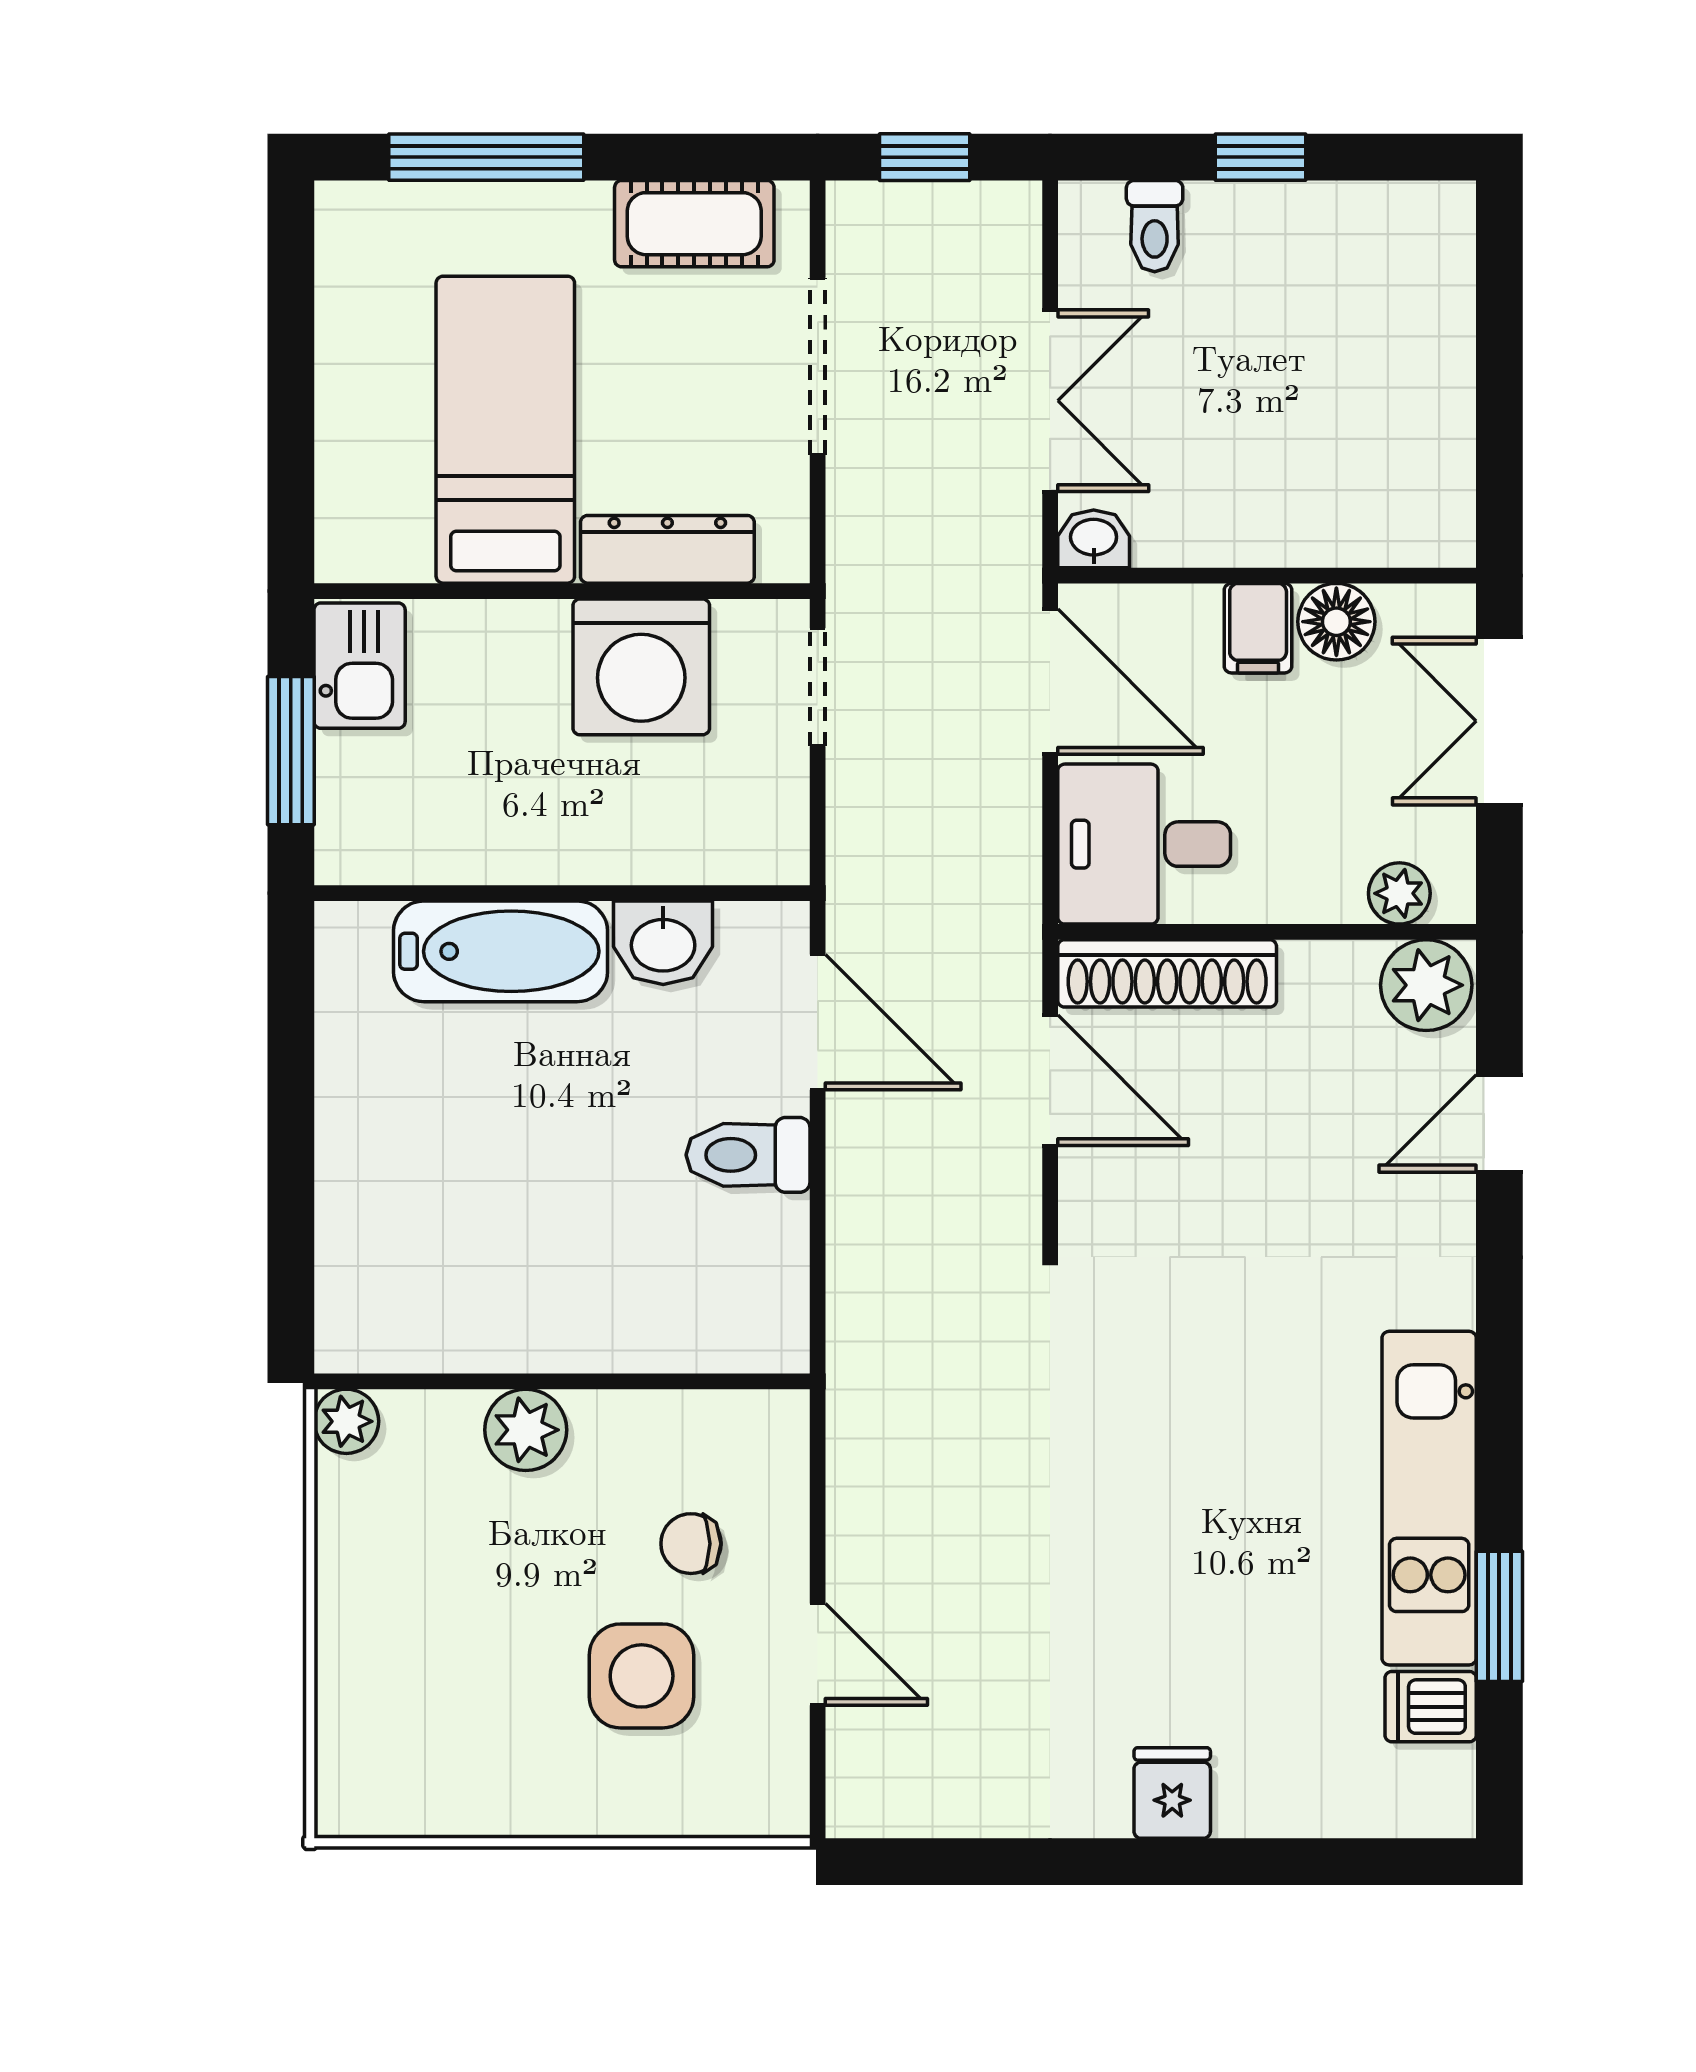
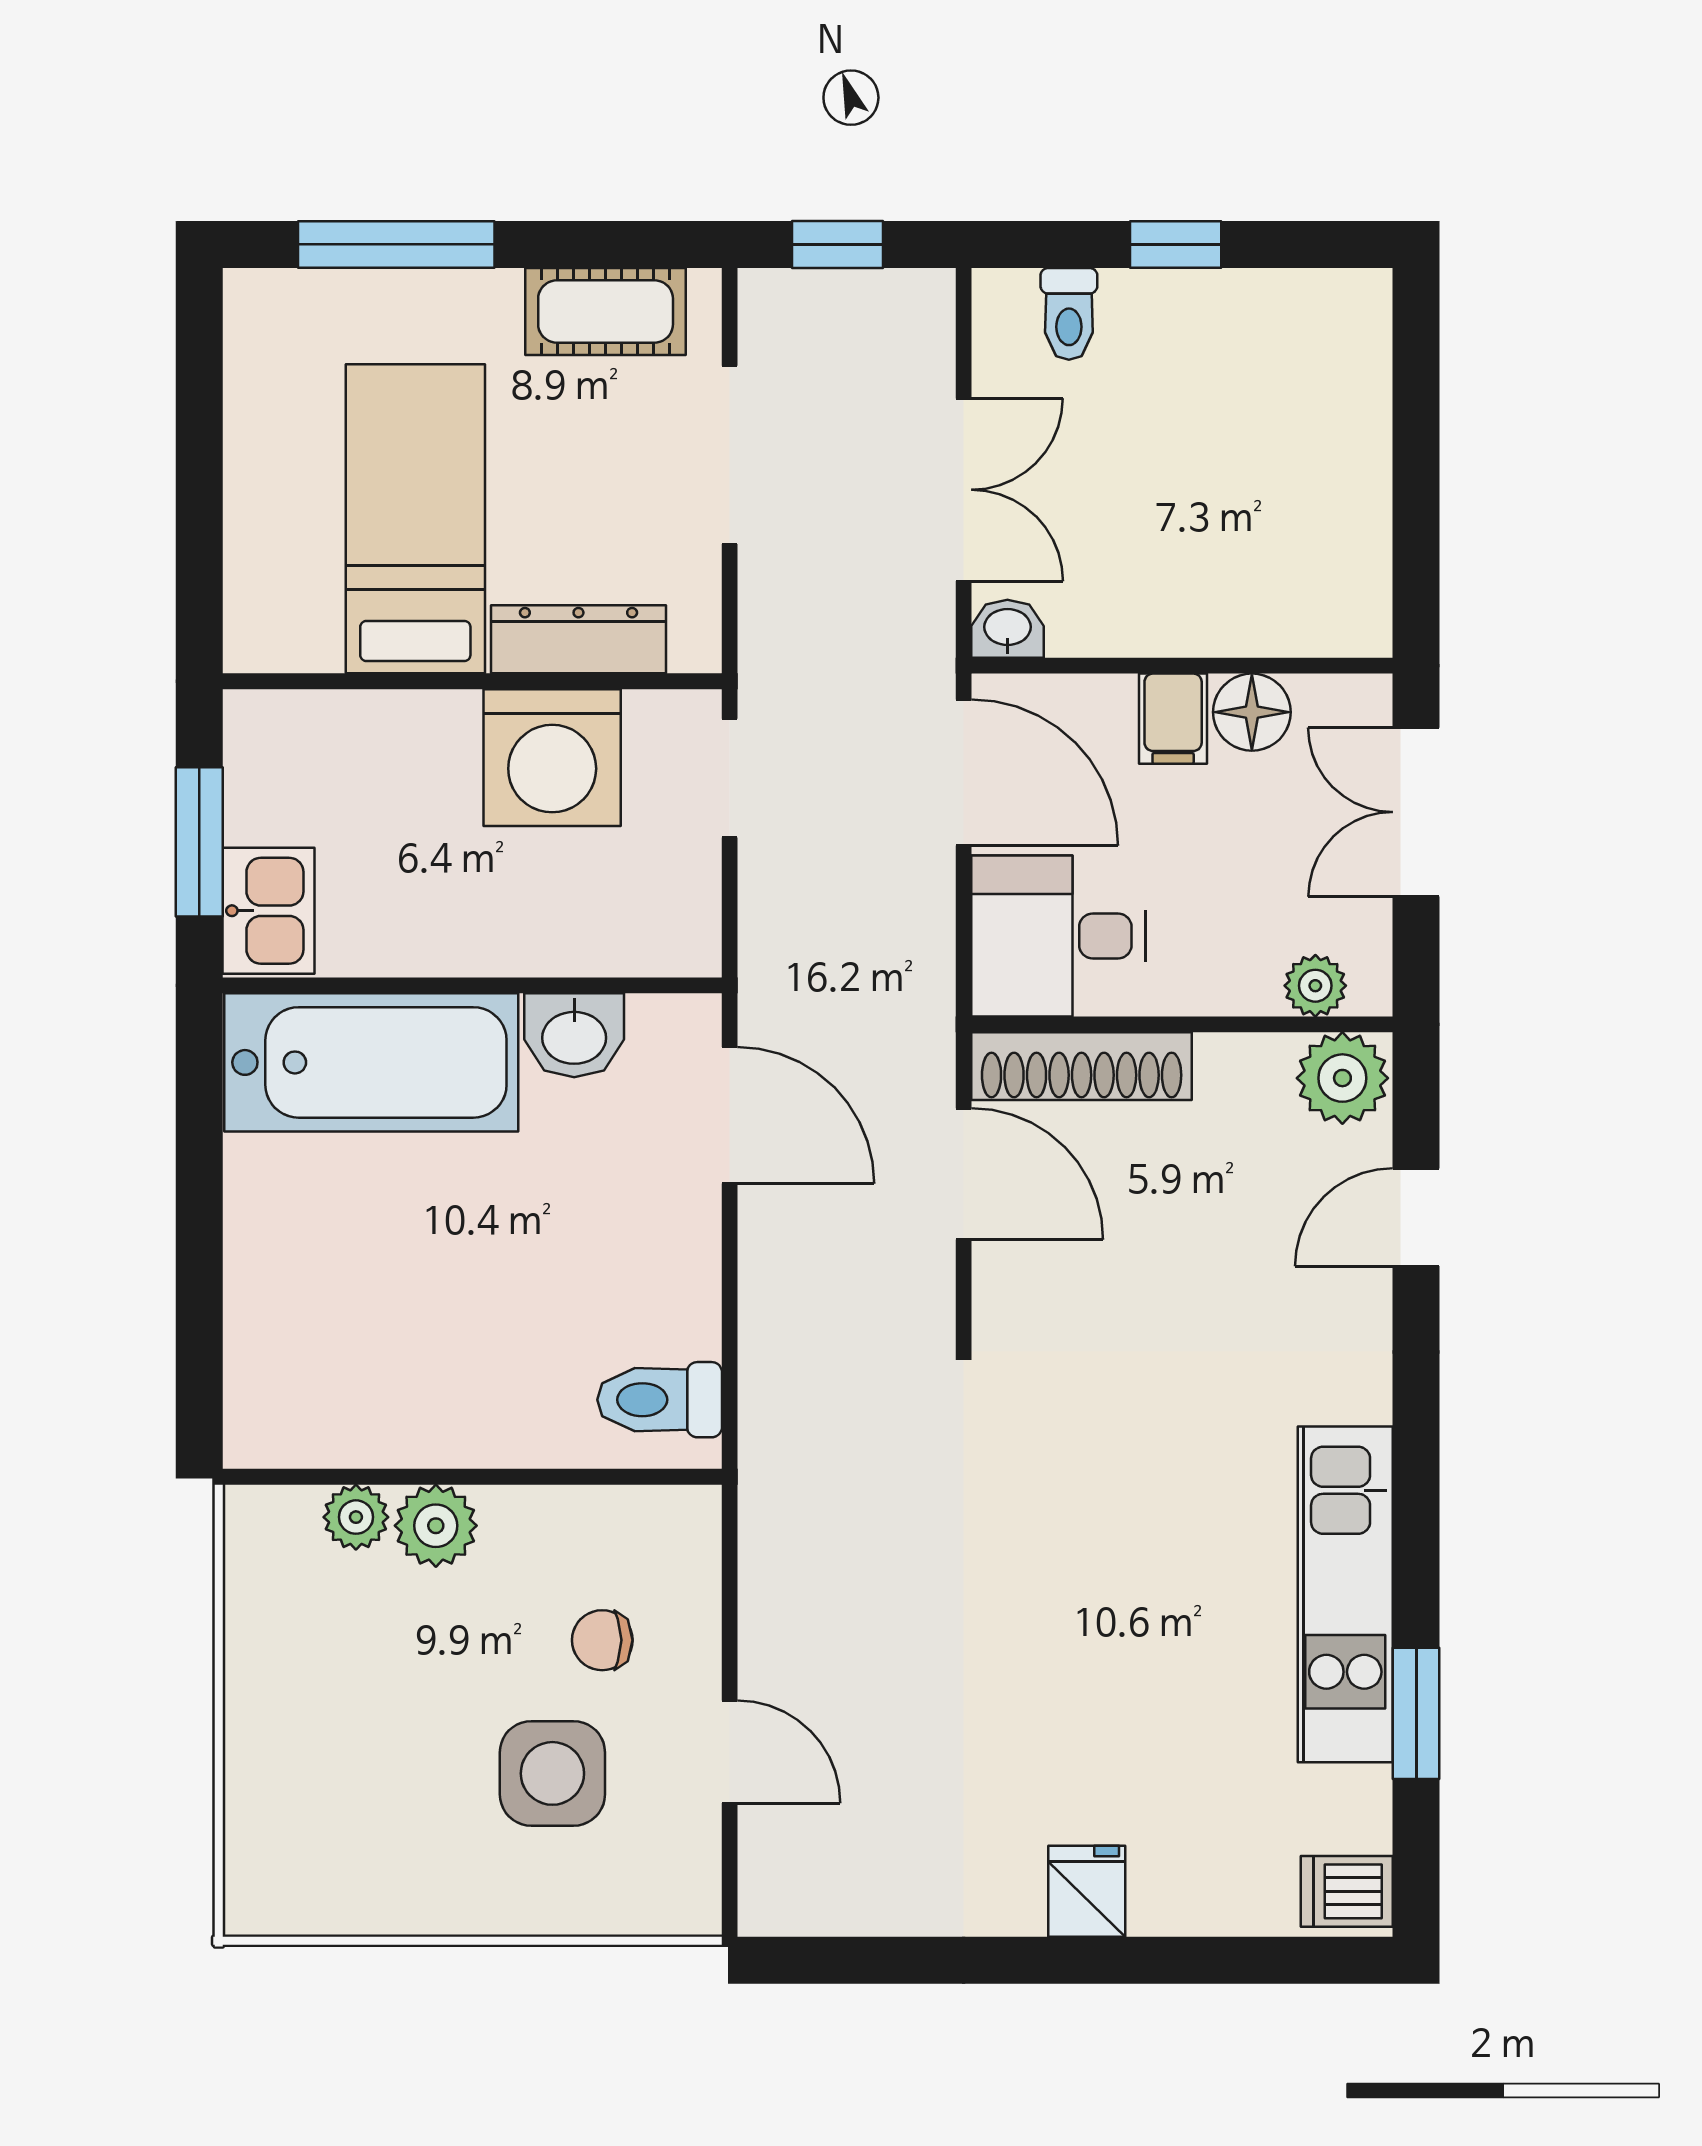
kitchen sink: (360, 666) -> (269, 911), moved
bathtub: (501, 951) -> (371, 1062), width x1.36, depth x1.36
toilet: (748, 1155) -> (660, 1400), moved
plant: (346, 1421) -> (356, 1517), moved
dishwasher: (1431, 1707) -> (1347, 1891), moved

